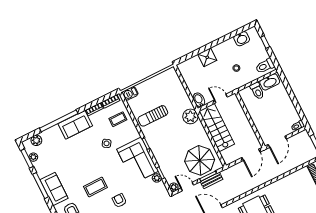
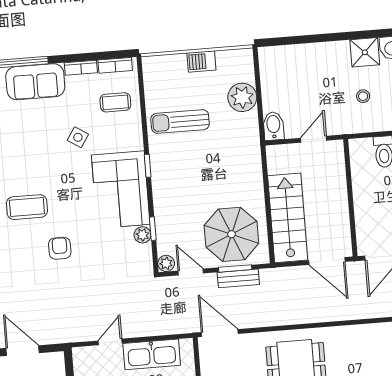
shower: (207, 57) -> (365, 52), moved
barbecue: (130, 93) -> (201, 61), moved
door: (221, 98) -> (314, 139), hinge flipped
plant: (190, 116) -> (242, 97), moved
stairs: (217, 128) -> (288, 218), moved
door: (251, 155) -> (327, 261), hinge flipped

